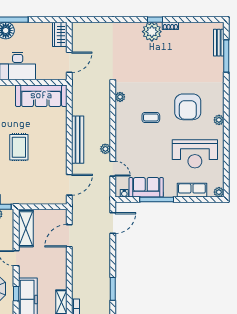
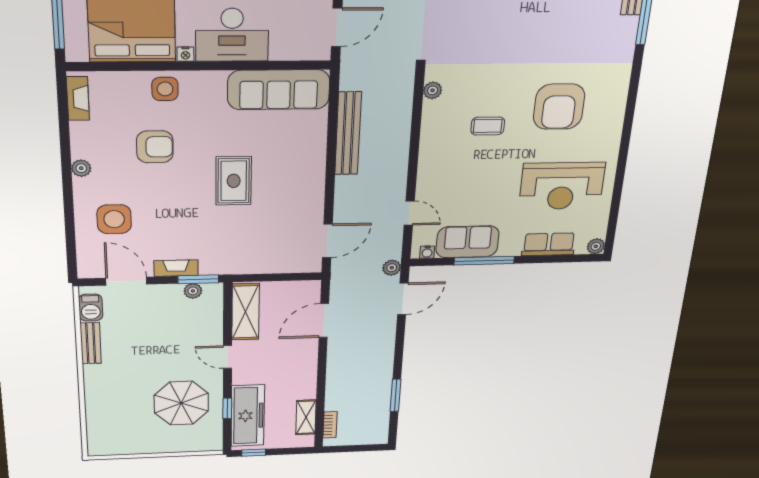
plant: (219, 120) -> (613, 128), removed
bench: (78, 140) -> (348, 134), moved
plant: (105, 149) -> (392, 268), moved

